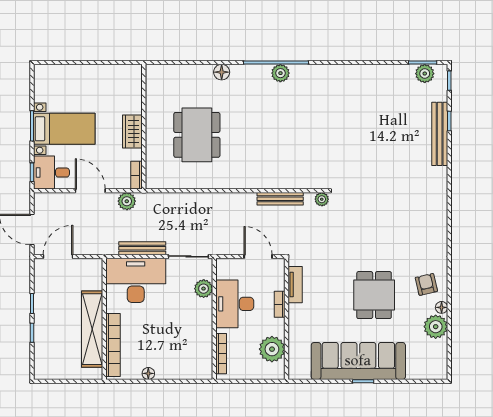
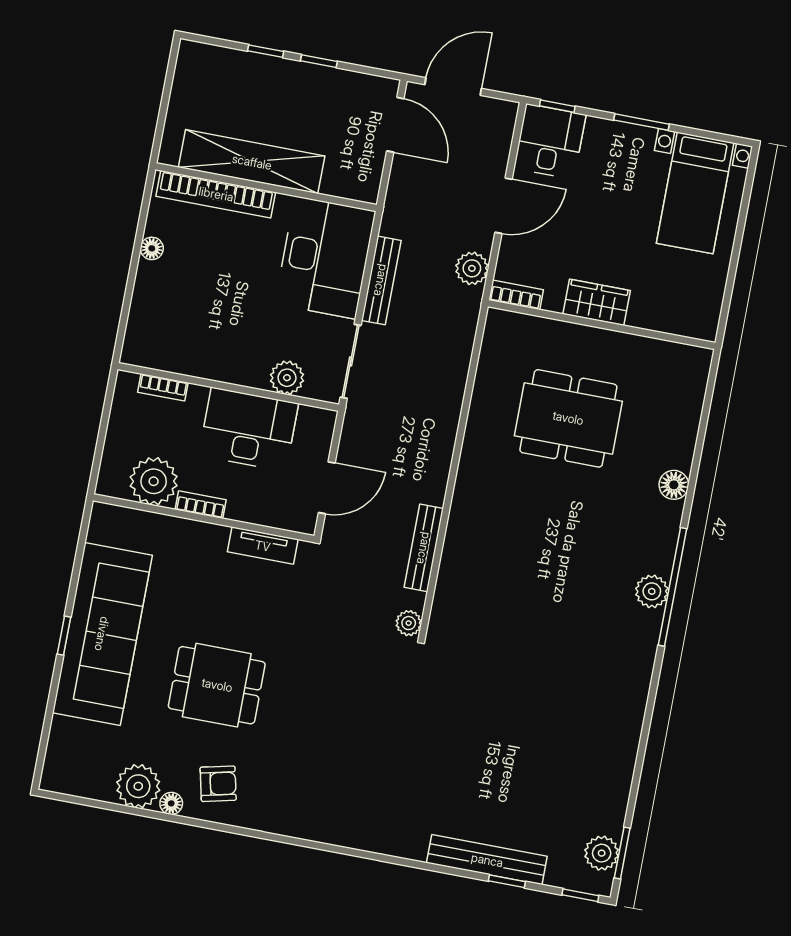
bed with nightstands: (64, 129) -> (695, 193), moved
bookcase: (280, 304) -> (201, 505), moved
bookcase: (221, 354) -> (163, 387), width x0.64

